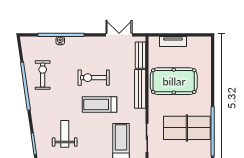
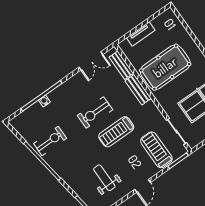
double door: (119, 35) -> (91, 61), swing flipped
exercise bike: (43, 75) -> (50, 141), turned 90
bench: (140, 89) -> (138, 90), width x0.73

